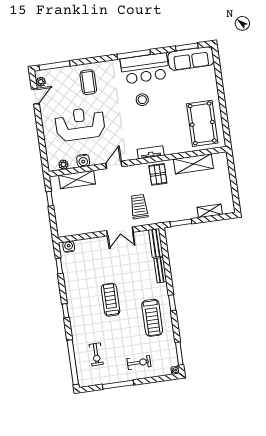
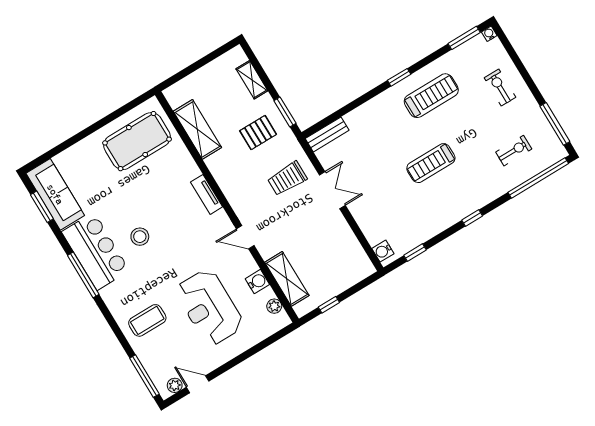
pallet: (158, 174) -> (258, 133), moved
bench: (160, 270) -> (362, 113), removed
window: (118, 385) -> (555, 124), moved

